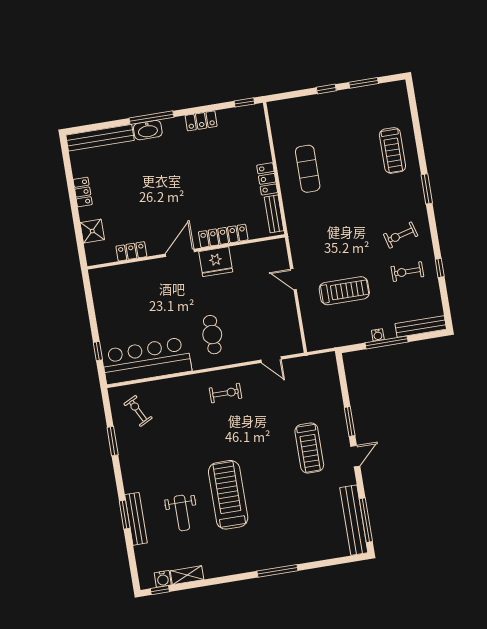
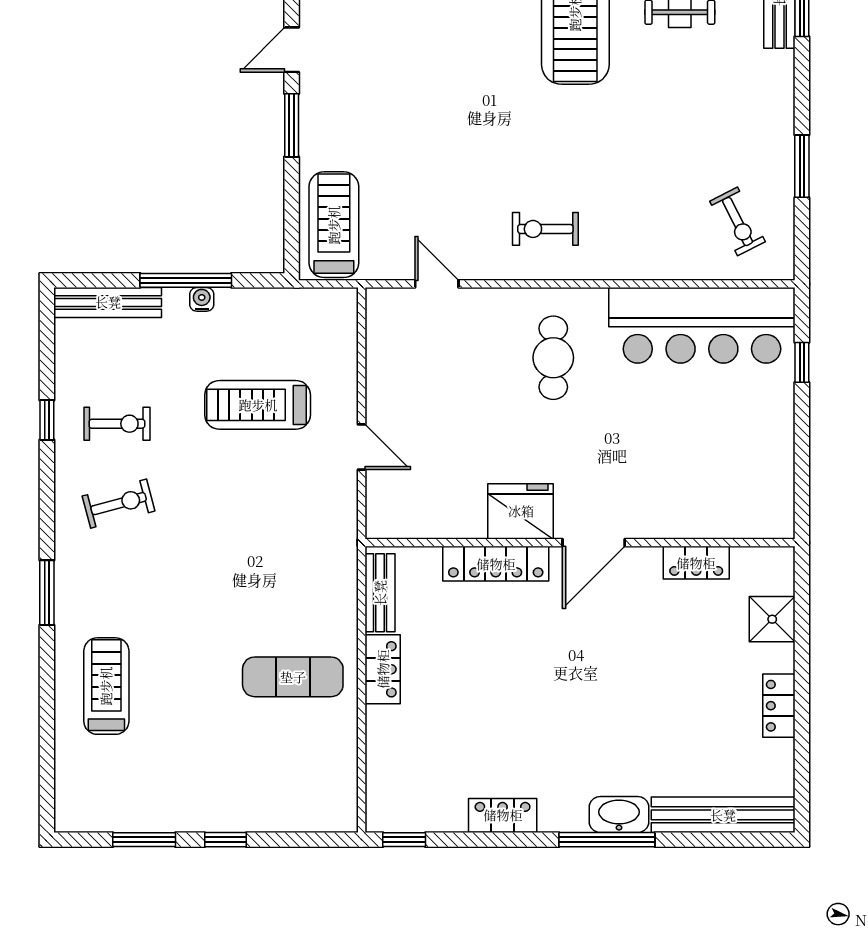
exercise mat: (308, 169) -> (293, 677), turned 90
treadmill: (309, 448) -> (334, 225), moved

